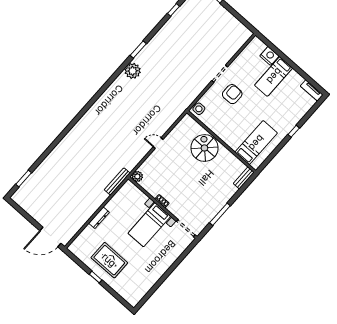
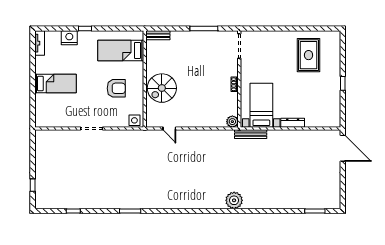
nightstand: (269, 56) -> (69, 38), moved, turned 90
plant: (133, 71) -> (234, 200), moved
armchair: (232, 94) -> (116, 88), moved, turned 180
door: (158, 143) -> (169, 129), moved
bed with nightstands: (149, 225) -> (261, 105), moved, turned -90
rug: (109, 260) -> (309, 55), moved

